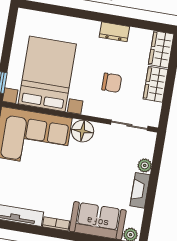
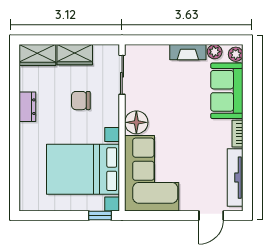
chair: (112, 83) -> (81, 101), turned -90
plant: (145, 165) -> (215, 52), moved

